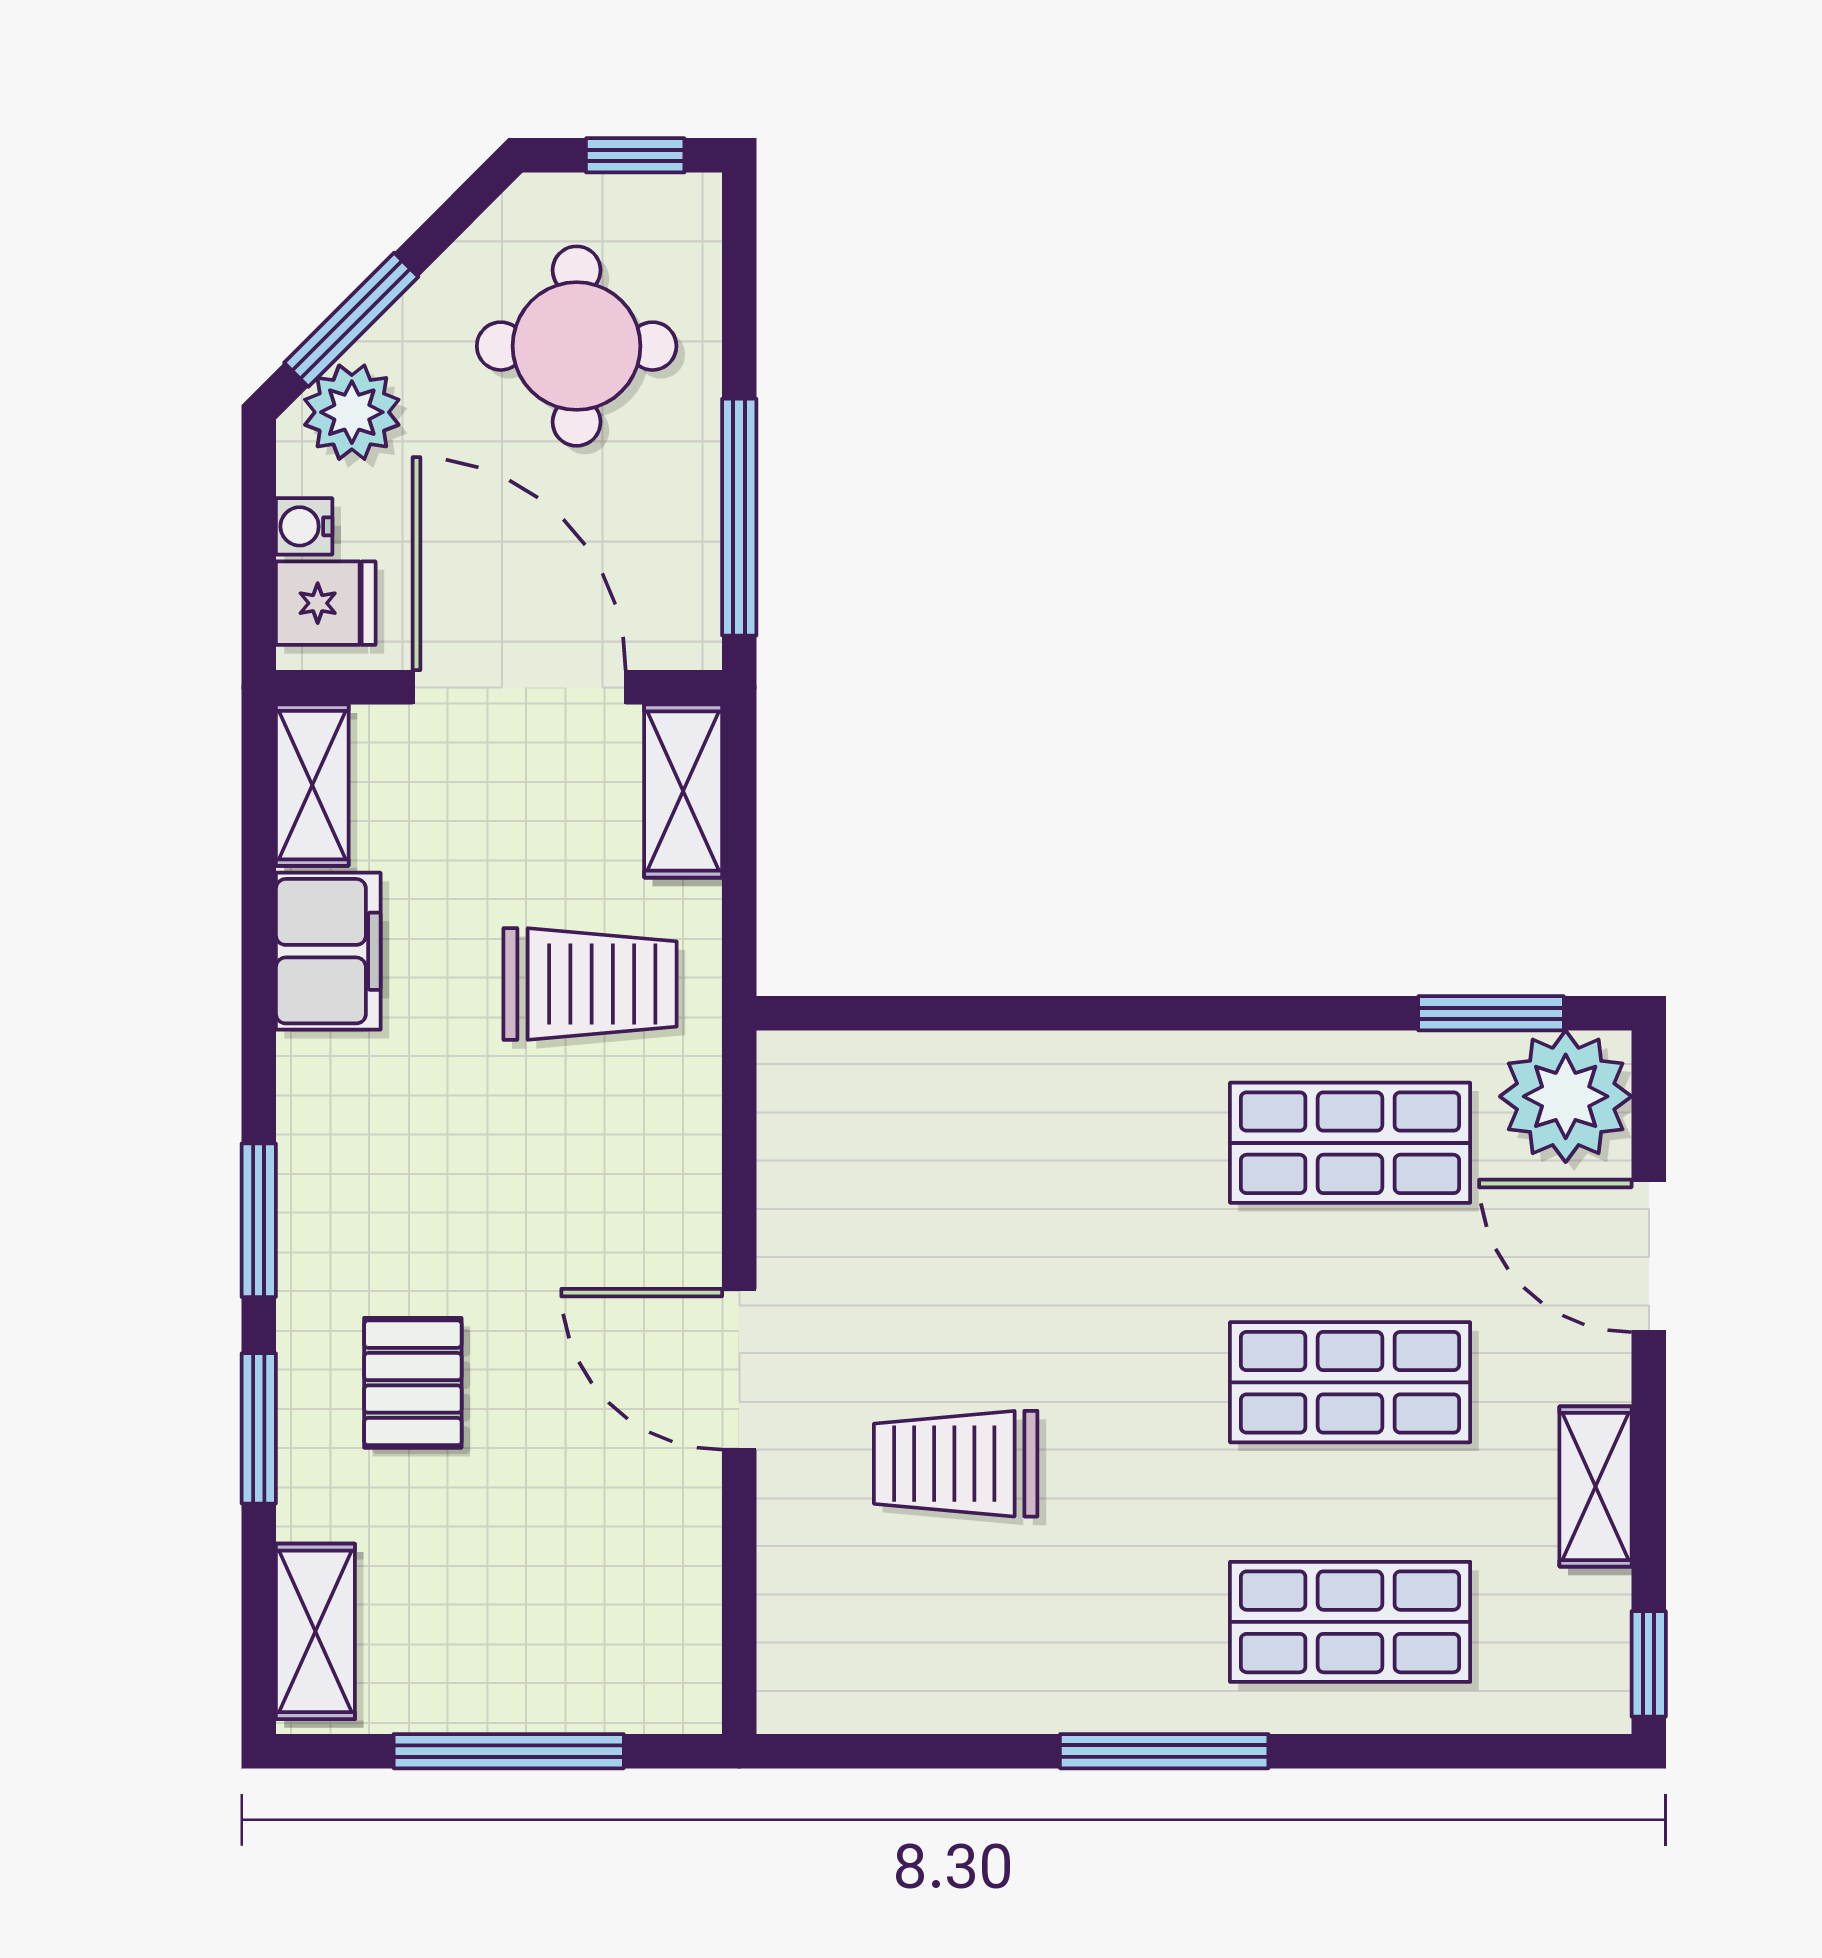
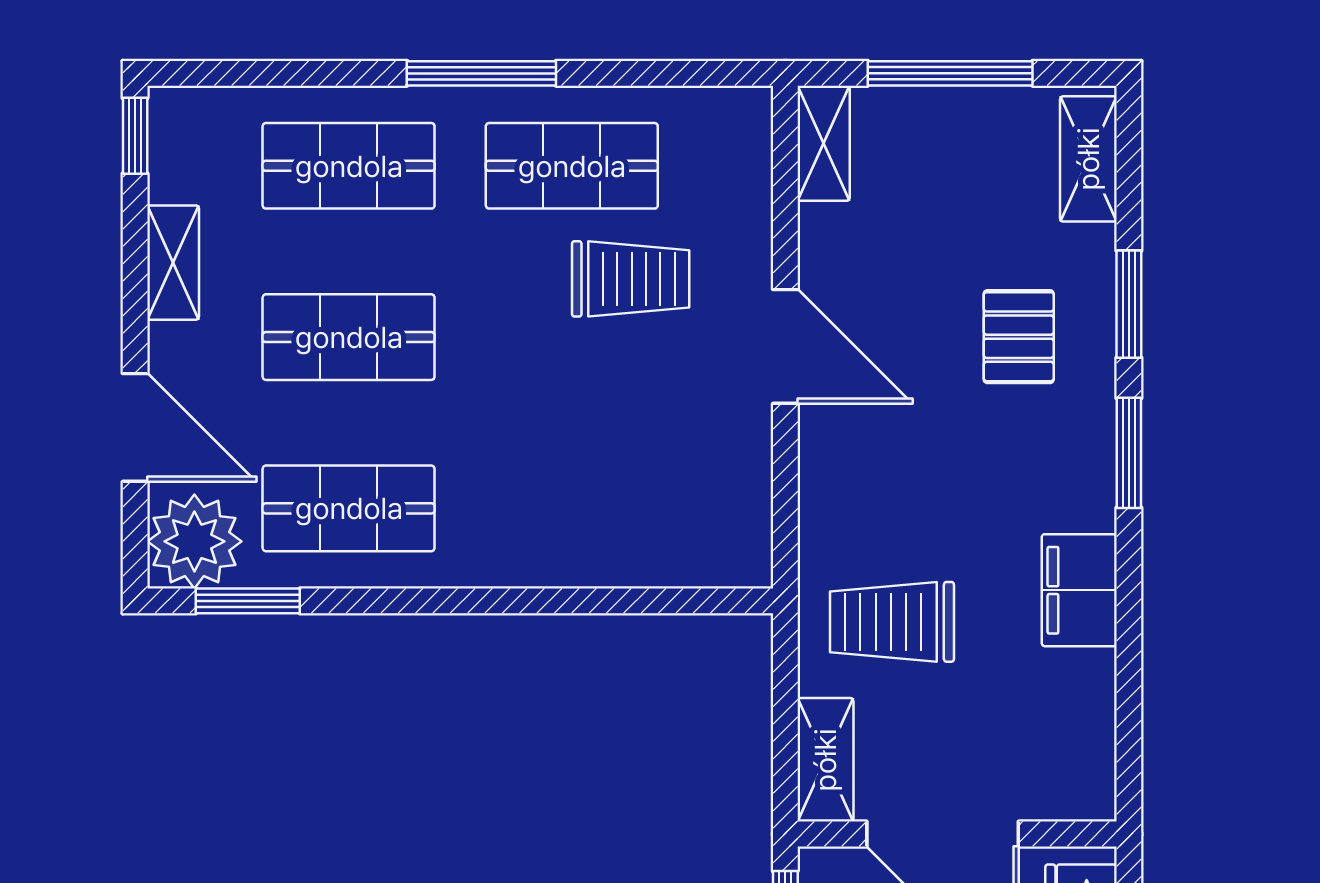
shelving: (312, 785) -> (824, 143), moved
filing cabinet: (328, 951) -> (1079, 590), moved
shop shelf: (1038, 1622) -> (572, 166), added

